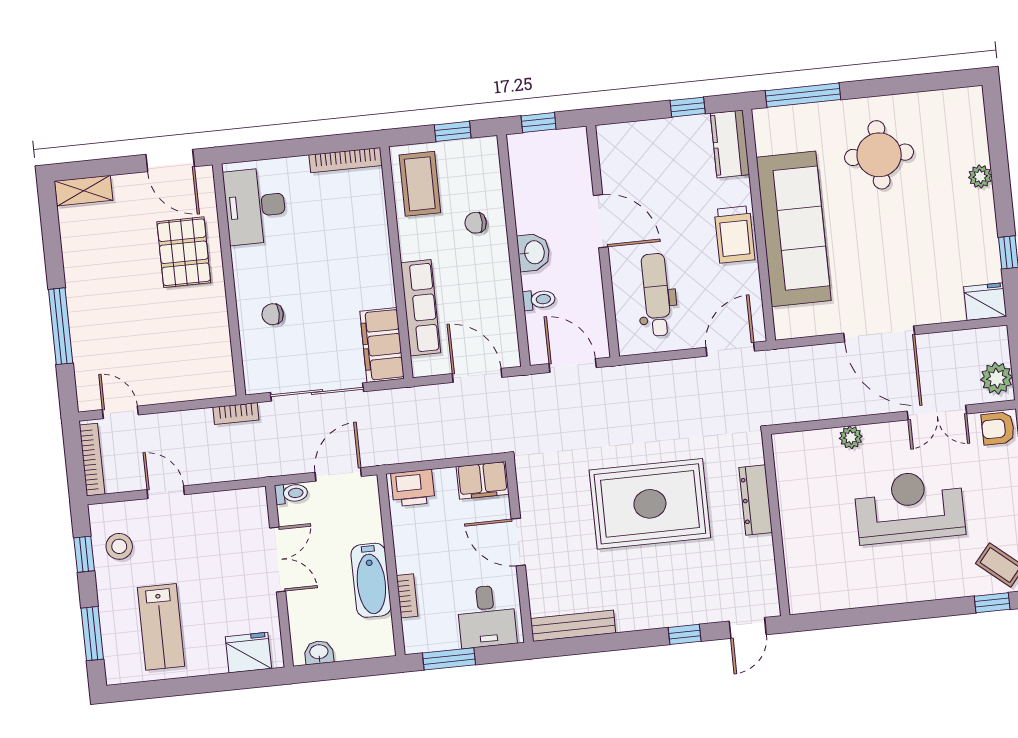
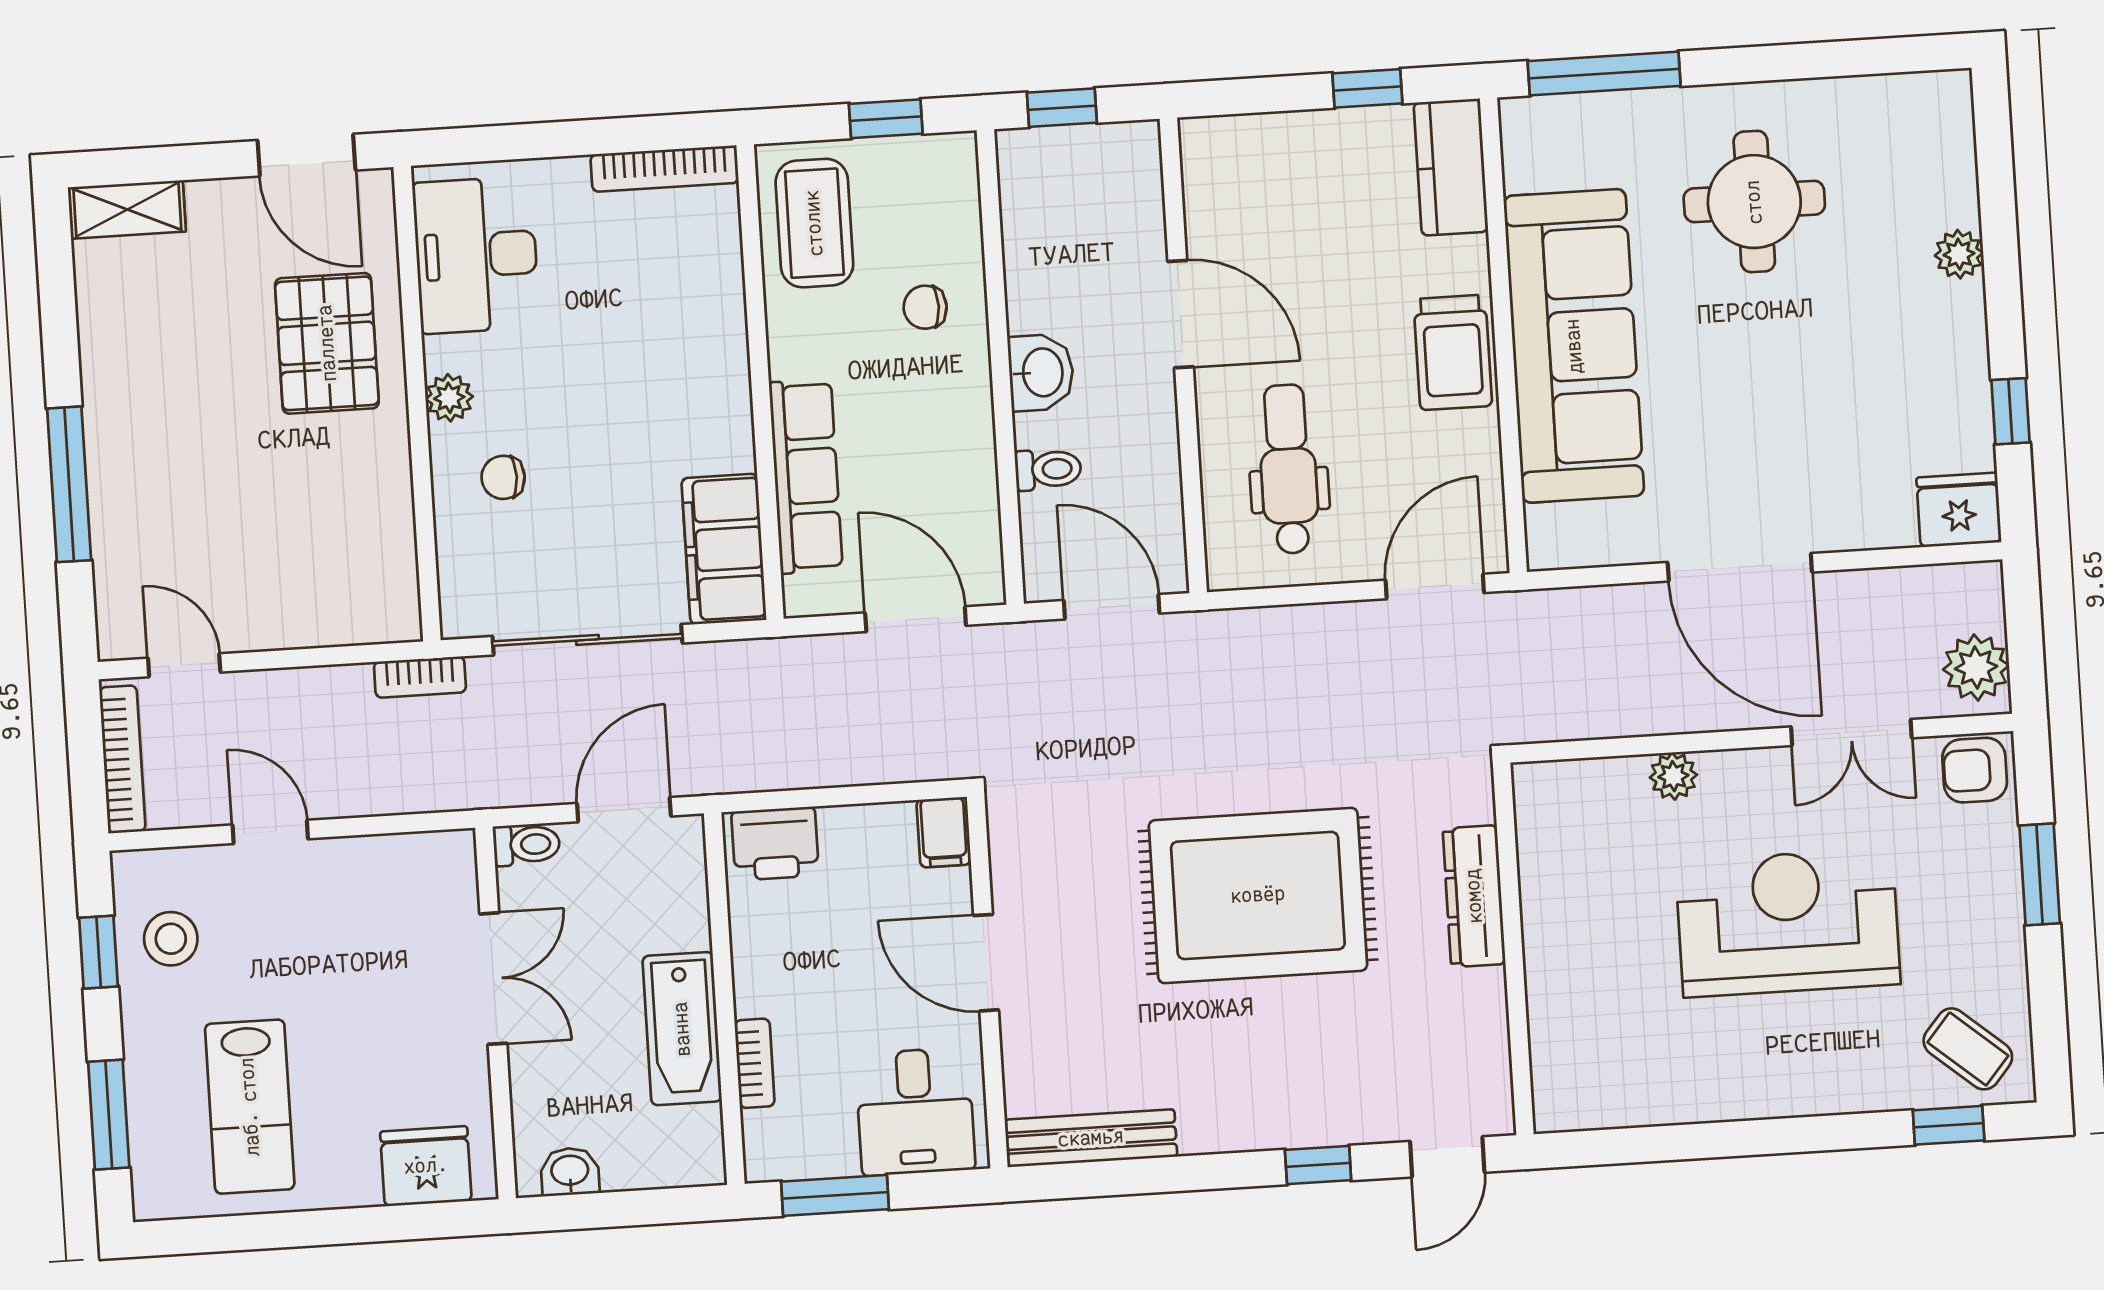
plant: (245, 276) -> (449, 398), added
filing cabinet: (483, 480) -> (944, 832), width x0.50

